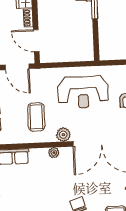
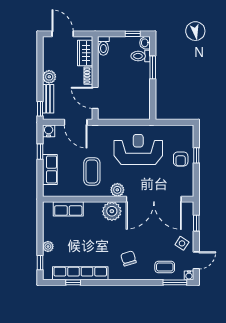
reception desk: (83, 92) -> (138, 150), turned 180
plant: (54, 153) -> (112, 211), width x1.87, depth x1.87

